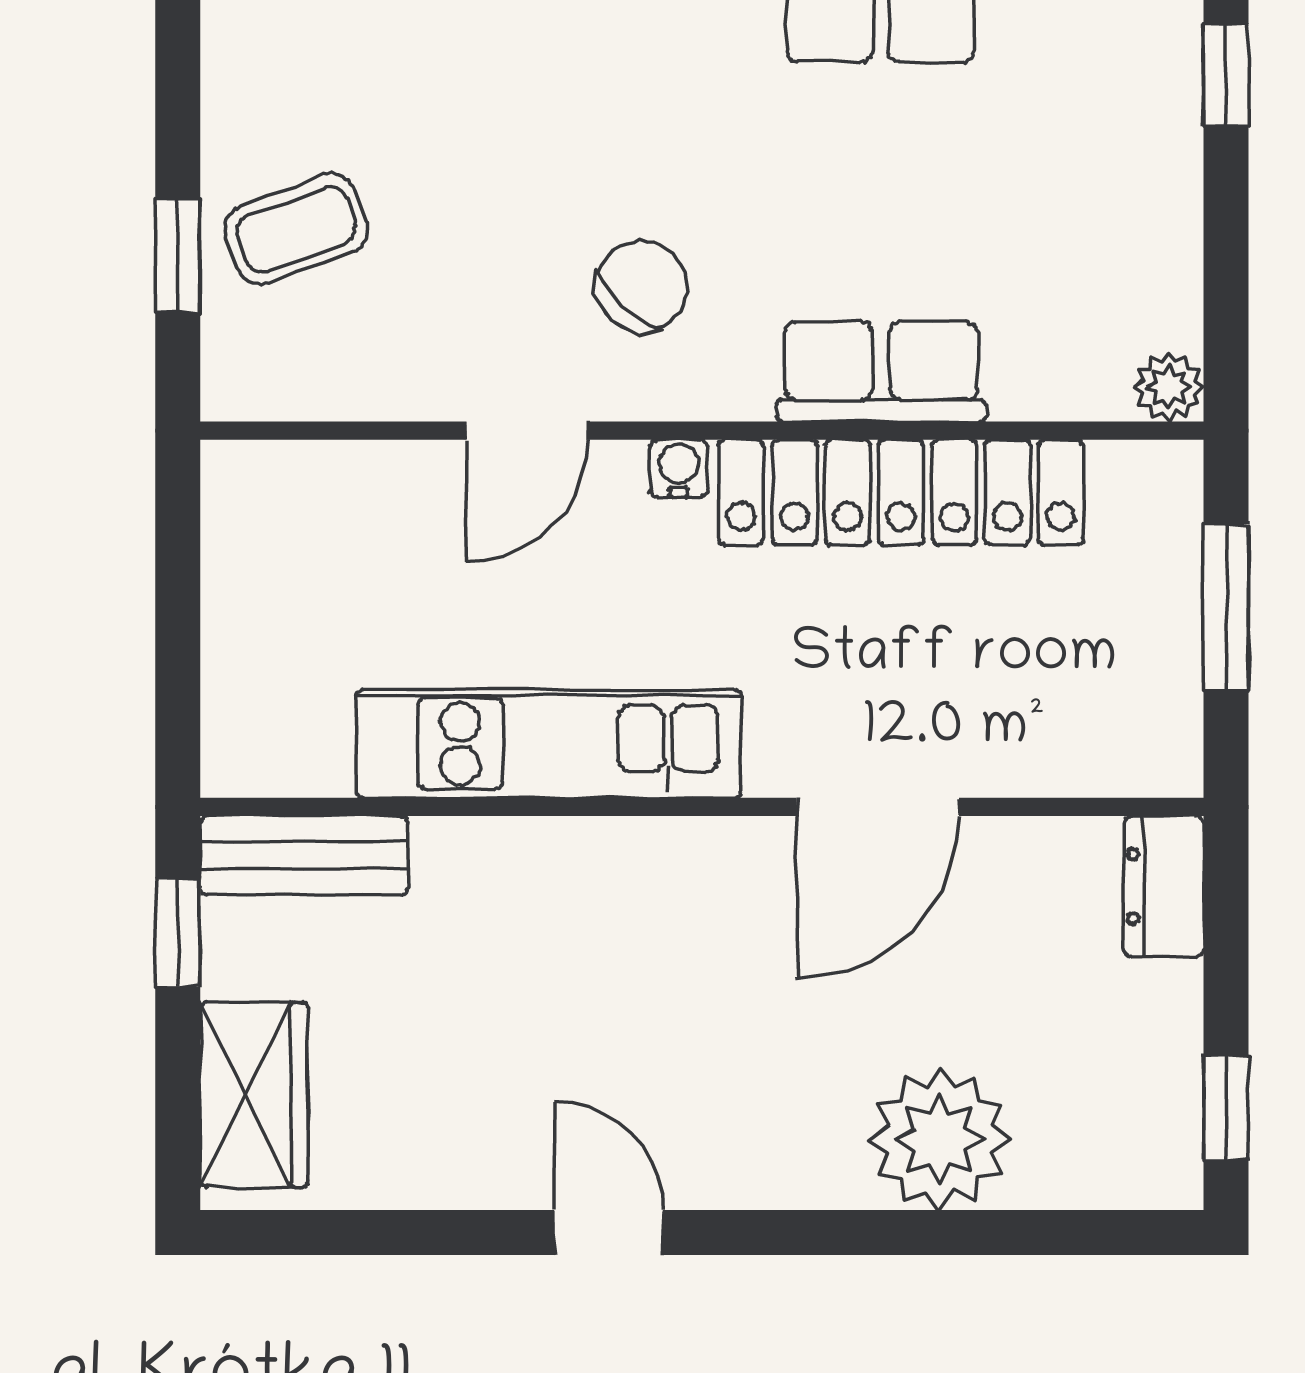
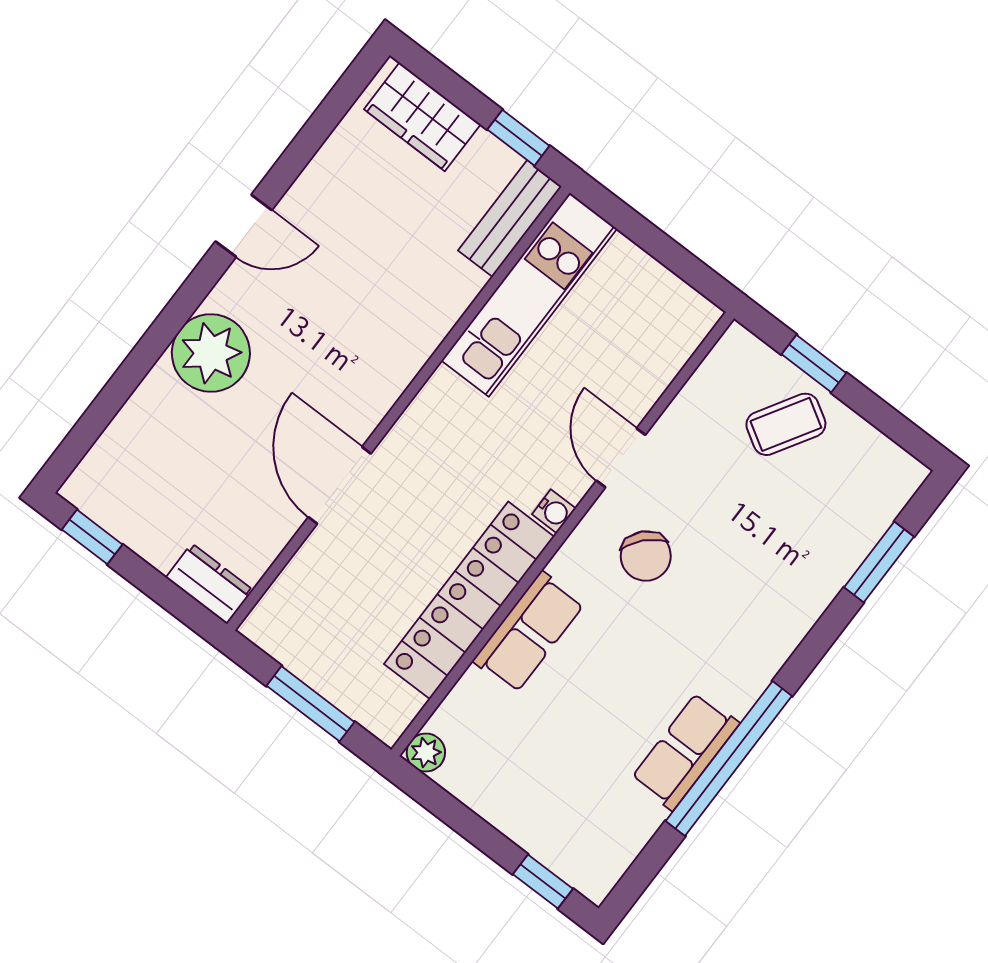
coffee table: (296, 229) -> (786, 424), turned 51
kitchen unit: (549, 744) -> (529, 295), moved
plant: (940, 1139) -> (211, 353), moved

